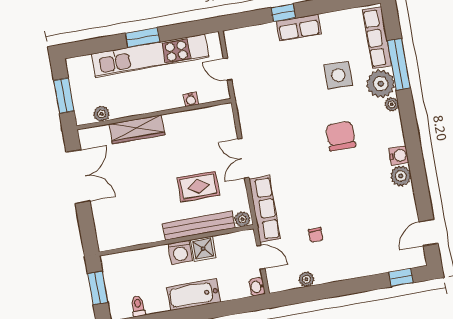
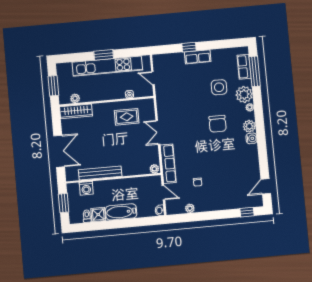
row of seats: (377, 38) -> (244, 67), width x0.68
window: (399, 64) -> (255, 71), moved
wardrobe: (137, 129) -> (76, 111), moved
chair: (341, 136) -> (218, 124), turned 180
plant: (401, 176) -> (249, 126), moved
double door: (78, 177) -> (59, 151), moved
rug: (198, 186) -> (127, 117), moved
bench: (199, 226) -> (100, 173), moved
shower: (203, 249) -> (98, 215), moved
washing machine: (180, 252) -> (86, 188), moved

